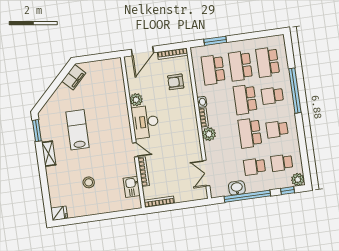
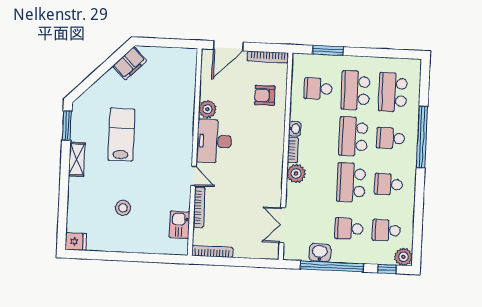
school desk: (213, 70) -> (318, 89), width x0.54

